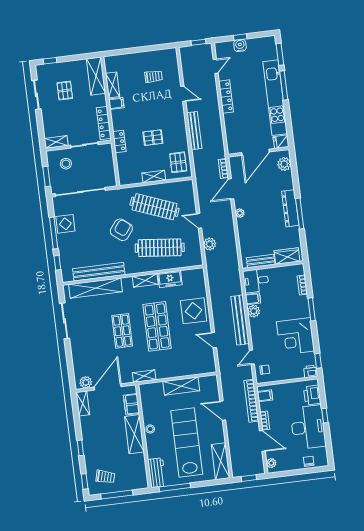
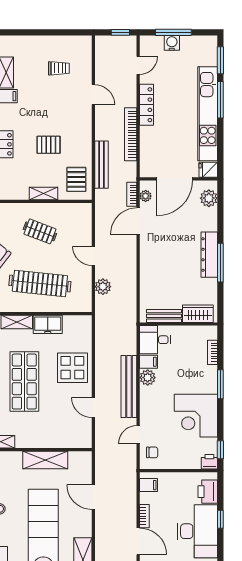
window: (240, 37) -> (173, 32), width x2.17
bench: (194, 131) -> (101, 165), moved
clothes rail: (155, 207) -> (40, 231), width x0.54, depth x0.76
plant: (240, 213) -> (146, 196), moved
bookcase: (251, 401) -> (131, 134), moved

